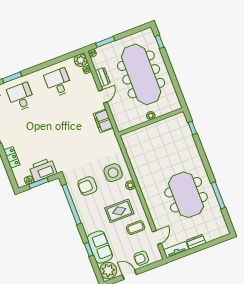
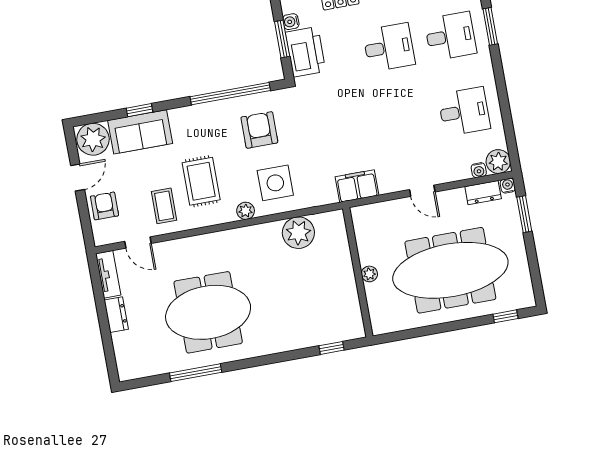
dresser: (103, 77) -> (483, 193), moved
filing cabinet: (103, 121) -> (357, 186), moved
desk: (33, 127) -> (389, 47), added
plant: (136, 156) -> (298, 233), added

